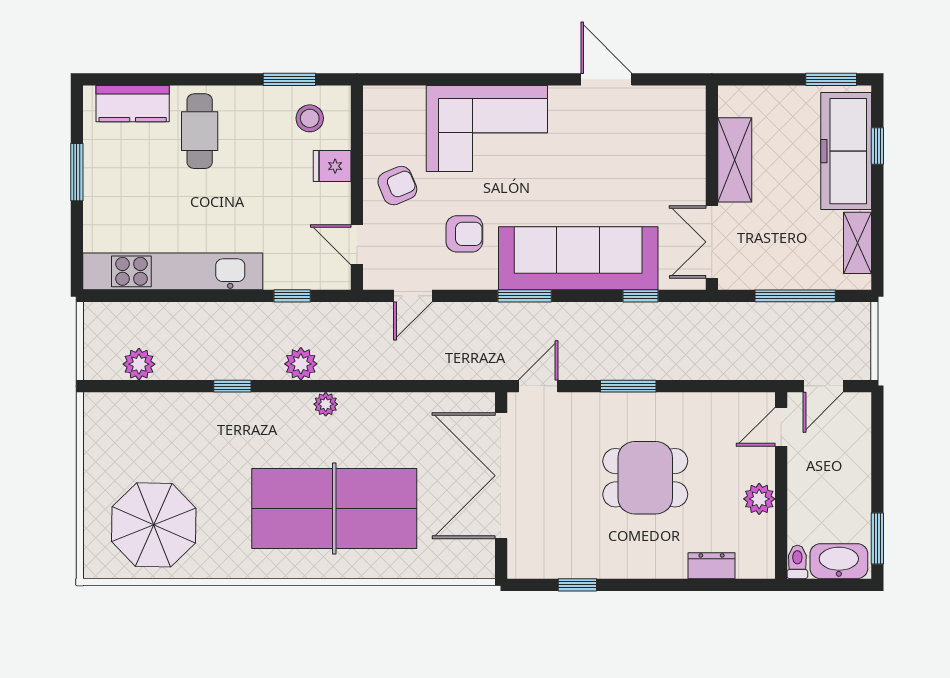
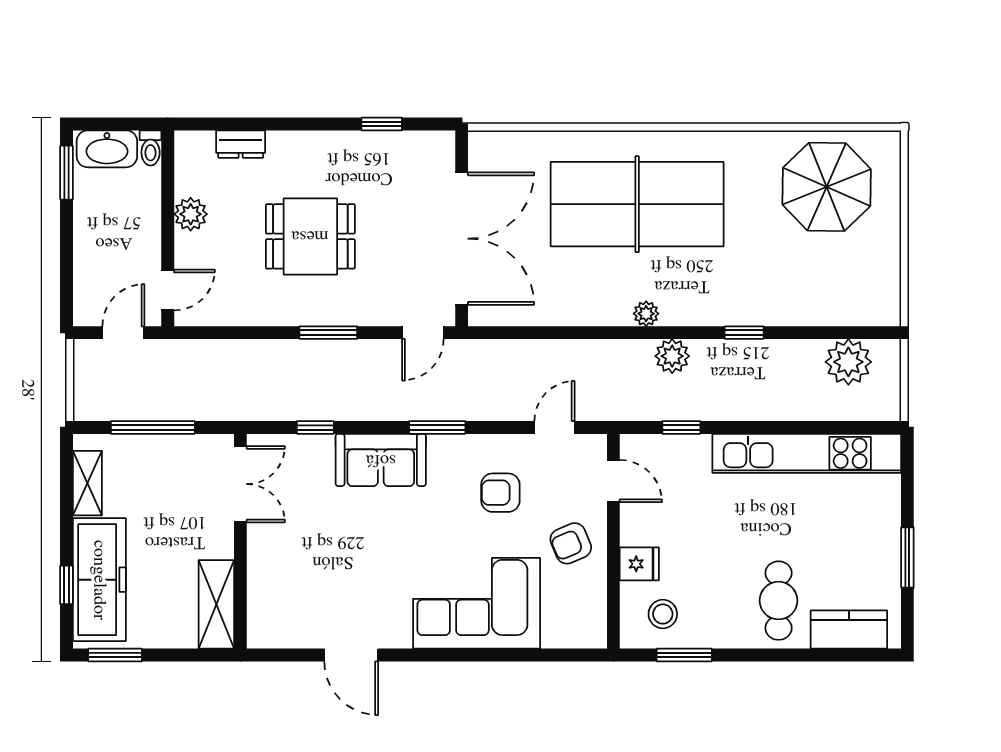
shelving: (735, 160) -> (216, 604), moved
sofa: (578, 258) -> (381, 460), width x0.54, depth x0.79
plant: (139, 364) -> (848, 362), width x1.36, depth x1.36

